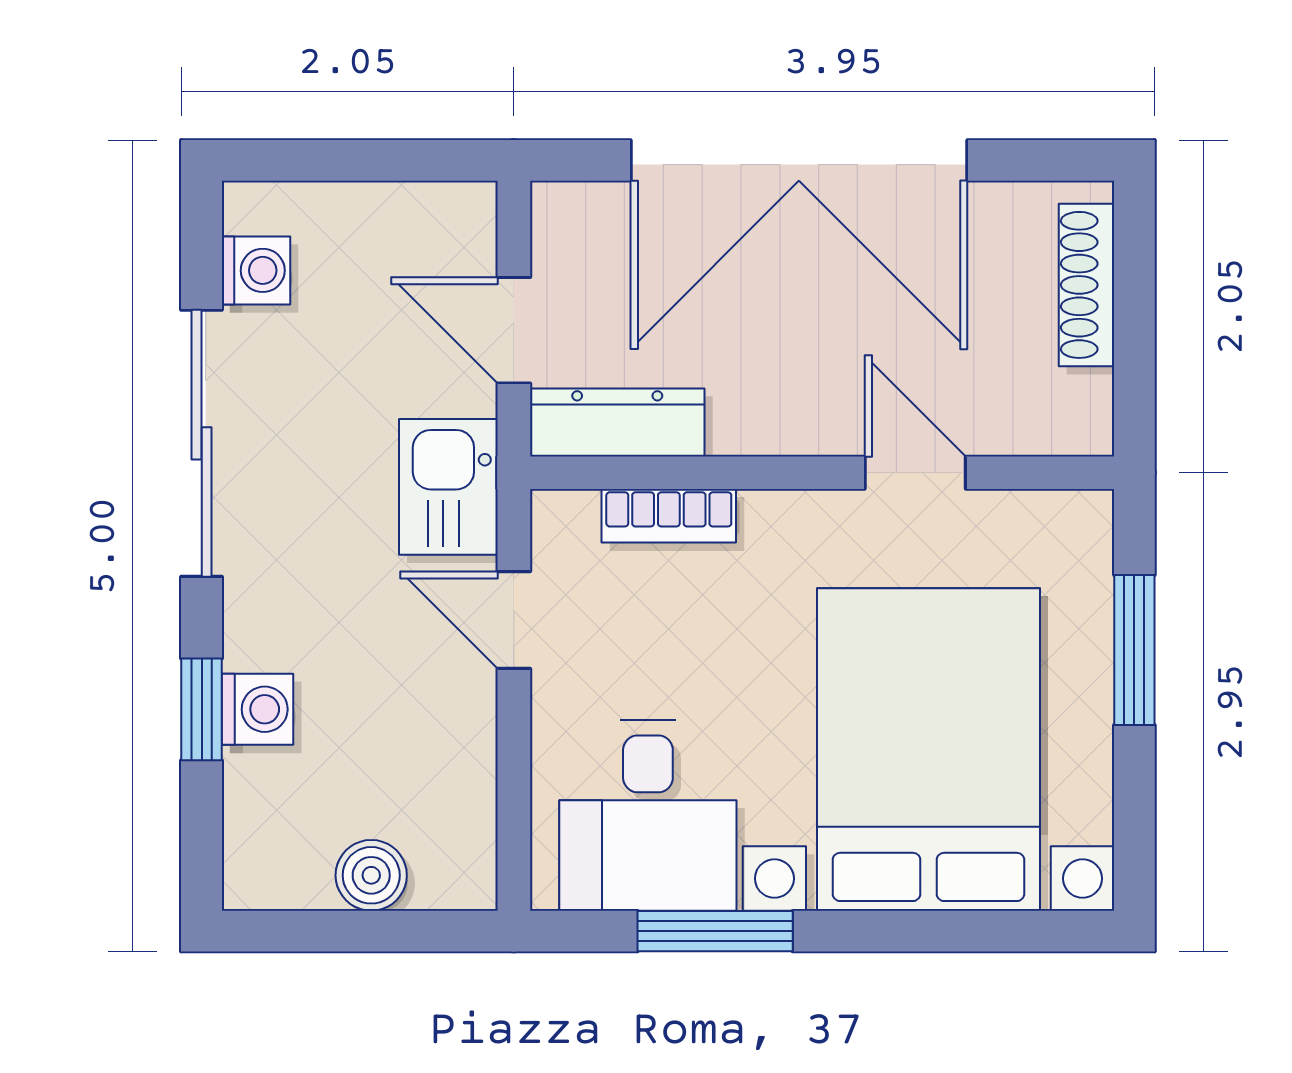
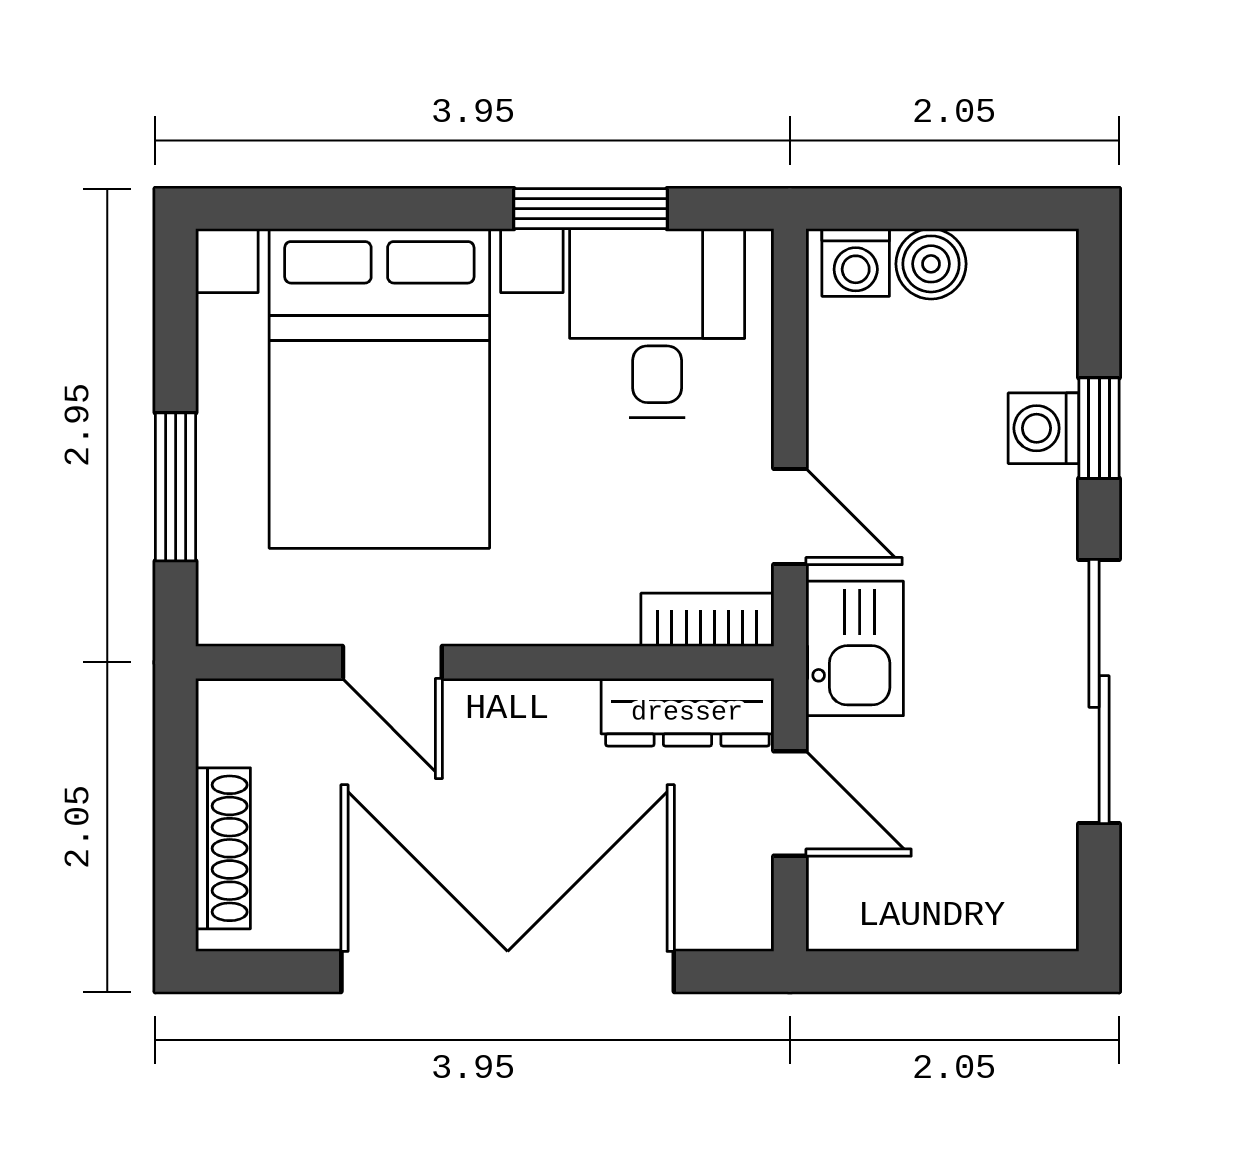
washing machine: (256, 270) -> (856, 263), moved, turned -90
bookcase: (669, 516) -> (707, 620), moved

